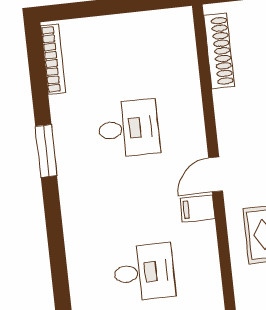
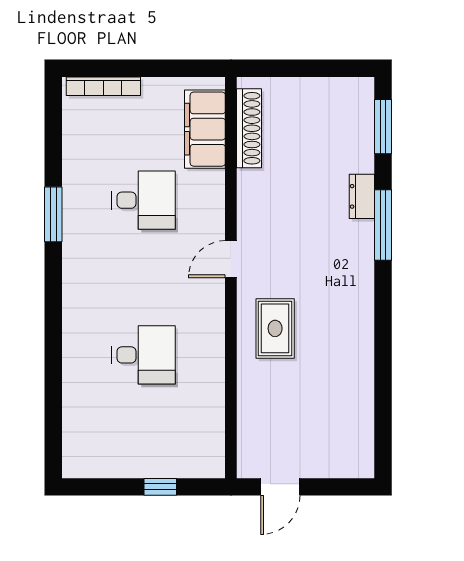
bookcase: (53, 59) -> (103, 86), moved, turned 90
filing cabinet: (198, 208) -> (205, 129), moved, width x3.00, depth x1.17

